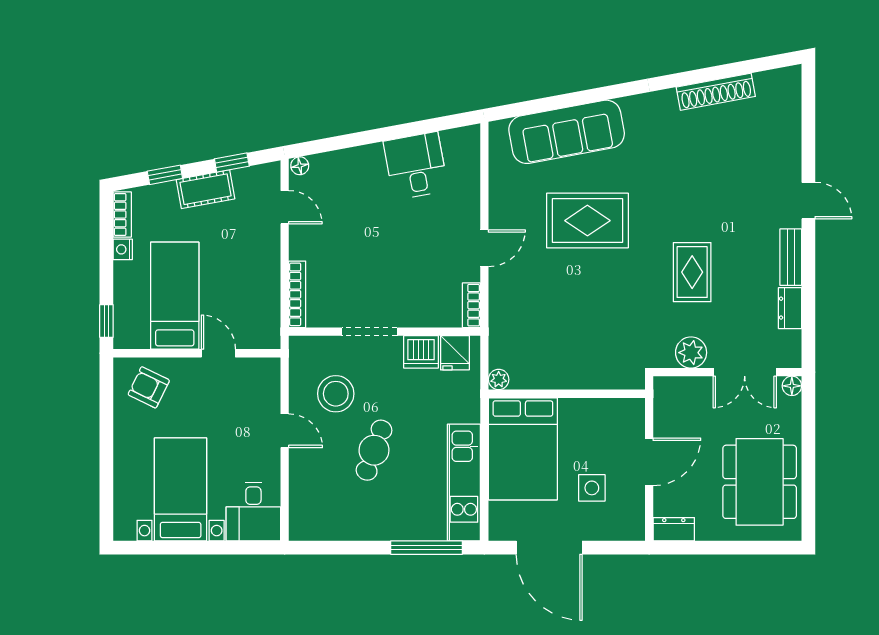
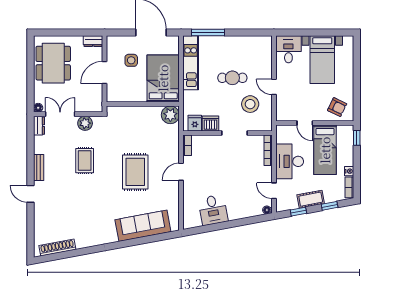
shoe rack: (716, 92) -> (57, 247), moved
rug: (587, 221) -> (135, 172), moved, turned 90
desk: (251, 270) -> (290, 161), added
dresser: (790, 308) -> (39, 126), moved
plant: (499, 379) -> (170, 115), width x1.88, depth x1.88
cafe table: (374, 450) -> (232, 78), turned 70

